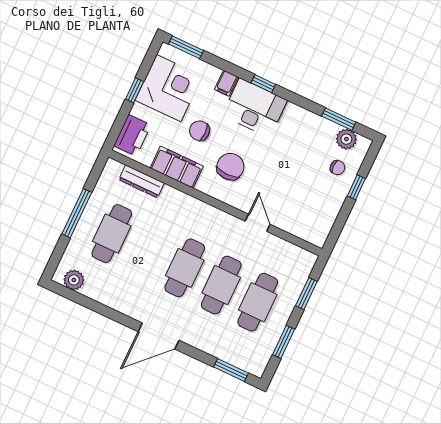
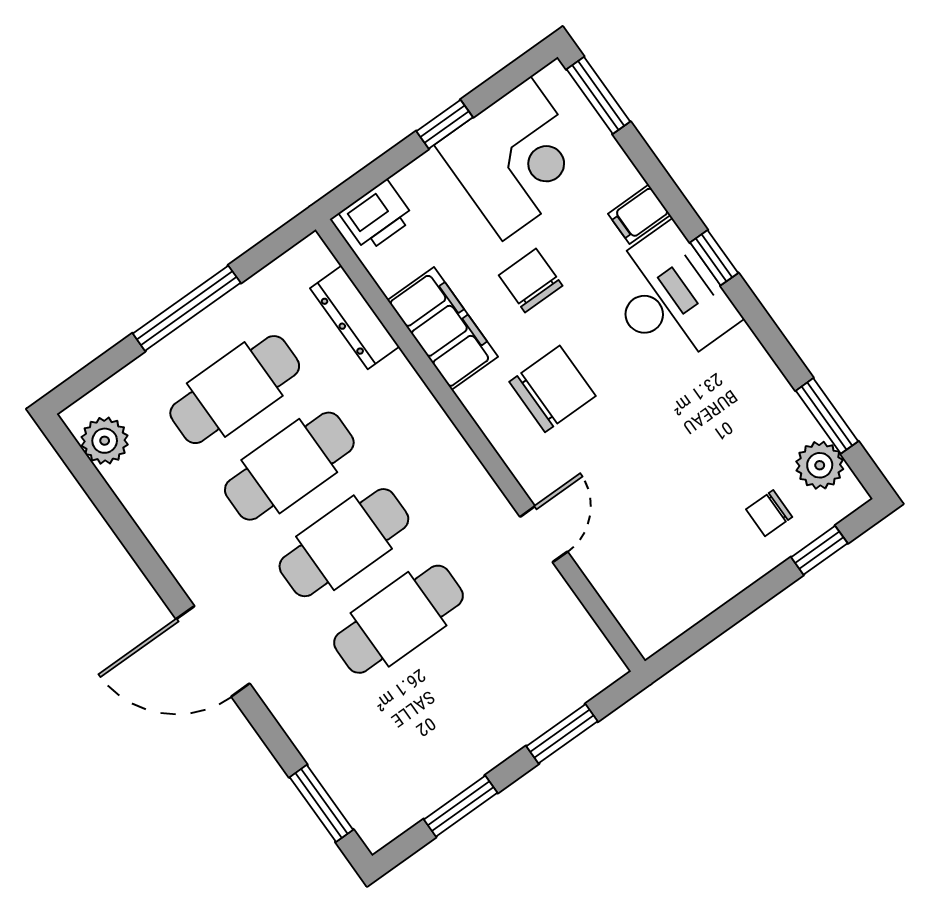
printer: (132, 135) -> (377, 216), width x0.73, depth x0.84
chair: (338, 168) -> (769, 513), turned 90
window: (356, 187) -> (819, 550), moved
cafe table: (258, 302) -> (289, 466), moved

